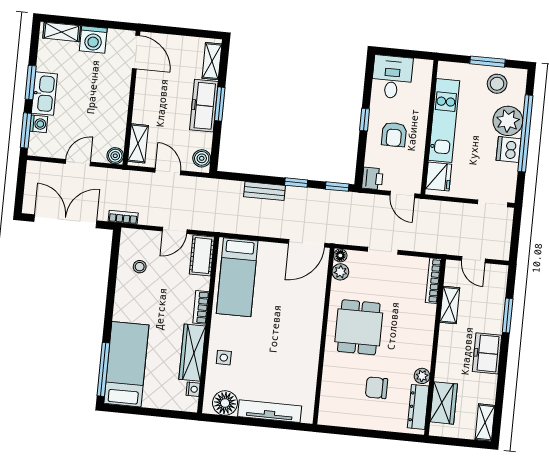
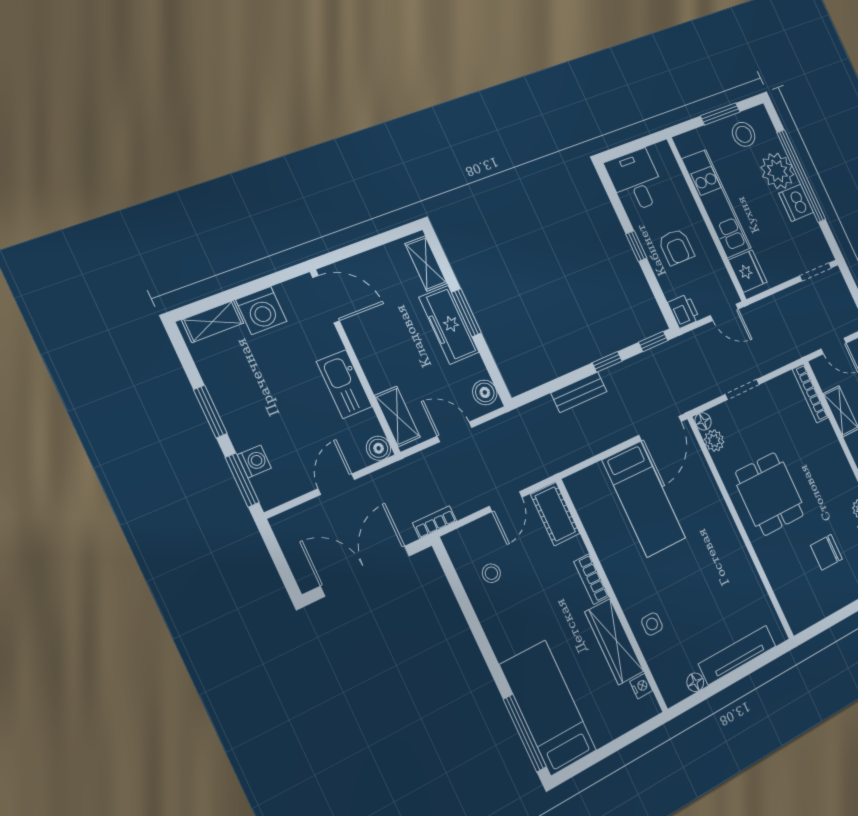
kitchen sink: (44, 94) -> (344, 384), moved, turned 180
bed: (237, 277) -> (644, 499), moved
floor lamp: (225, 403) -> (695, 682), width x0.53, depth x0.53

